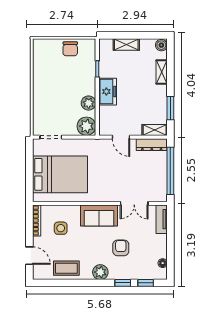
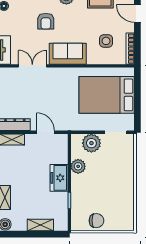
chair: (70, 49) -> (96, 221), turned 90
plant: (86, 126) -> (91, 143), moved

